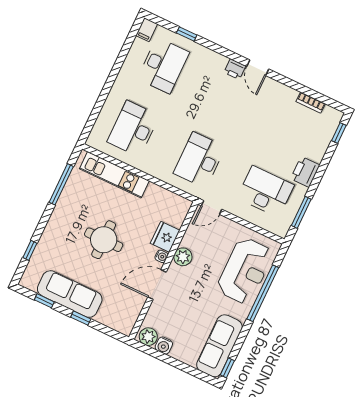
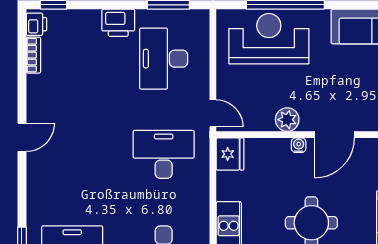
printer: (235, 69) -> (36, 24), moved
desk: (199, 160) -> (164, 154), turned 180
fridge: (165, 237) -> (230, 154), moved, turned -90
door: (157, 285) -> (334, 135), hinge flipped

